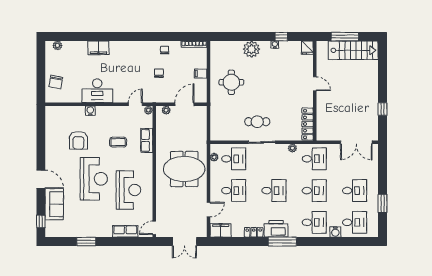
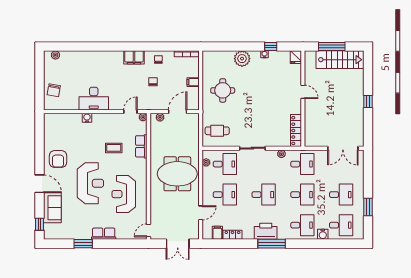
filing cabinet: (98, 48) -> (134, 57), moved
window: (382, 109) -> (368, 102), moved
cafe table: (257, 122) -> (217, 131), moved
armchair: (78, 140) -> (58, 159), moved
reception desk: (128, 190) -> (124, 194), turned 180
filing cabinet: (221, 230) -> (217, 233), width x0.50
row of seats: (125, 231) -> (104, 234), moved
locker: (254, 232) -> (232, 235), moved

